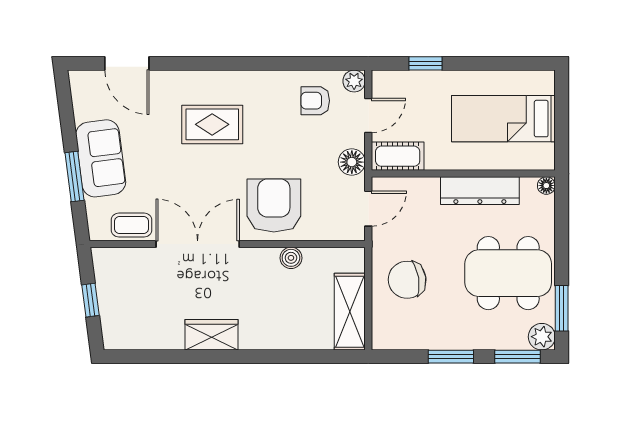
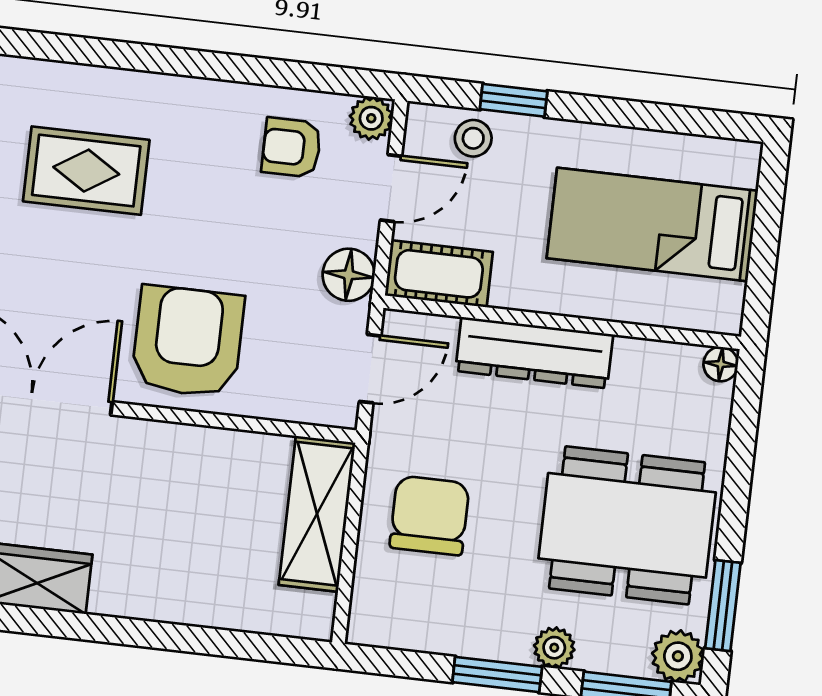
stool: (407, 85) -> (473, 138), added
dresser: (480, 191) -> (534, 353), moved
boiler: (291, 258) -> (209, 447), removed
chair: (407, 280) -> (430, 515), turned 99
shelving: (350, 312) -> (317, 514), moved
plant: (478, 340) -> (554, 648), added

